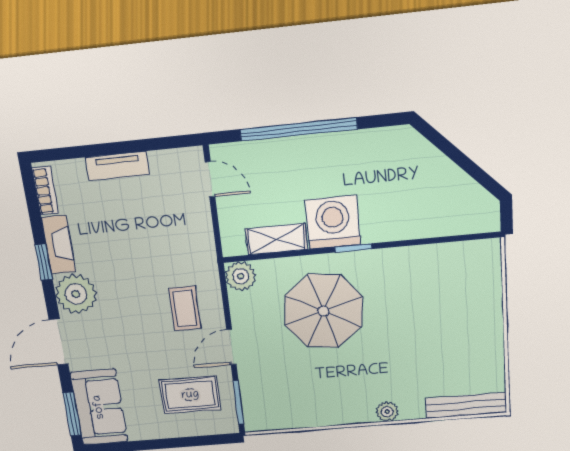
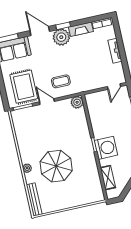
washing machine: (333, 222) -> (106, 148), moved
shelving: (277, 239) -> (108, 178), moved
window: (44, 262) -> (63, 26), moved
parasol: (323, 311) -> (56, 166), moved
rug: (190, 395) -> (24, 87), width x1.36, depth x1.43

